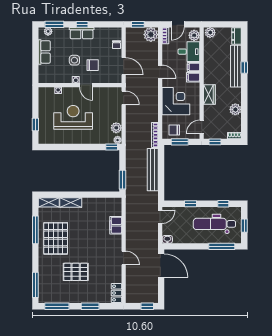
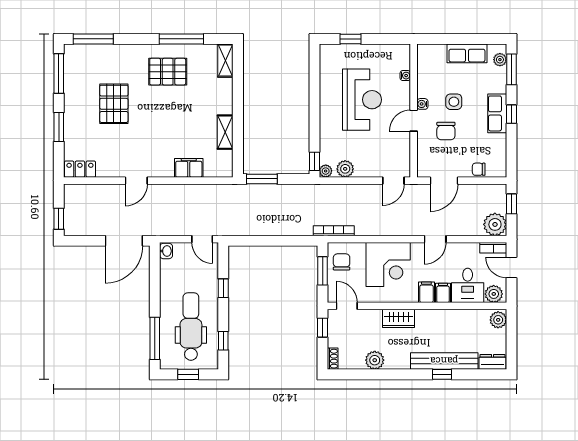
bench: (153, 170) -> (278, 227), removed
shelving: (71, 203) -> (225, 132), moved
pallet: (56, 238) -> (168, 72), width x0.73, depth x0.71

